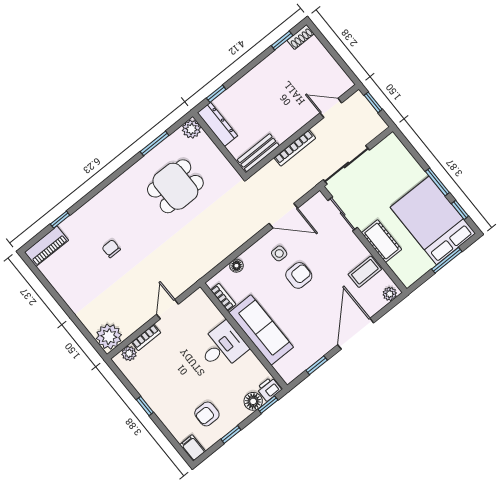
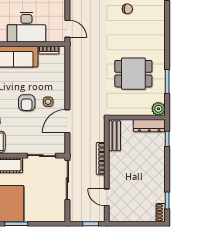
door: (331, 108) -> (107, 197), swing flipped
dining table: (175, 186) -> (133, 74), turned 90
floor lamp: (236, 266) -> (61, 72), removed
door: (168, 309) -> (67, 29), moved
desk: (222, 347) -> (26, 27), width x1.37

